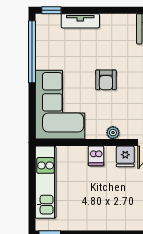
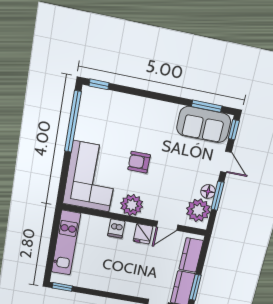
tv unit: (80, 21) -> (125, 101), removed
armchair: (106, 80) -> (139, 162), turned 90
plant: (113, 133) -> (132, 205), width x1.88, depth x1.88

